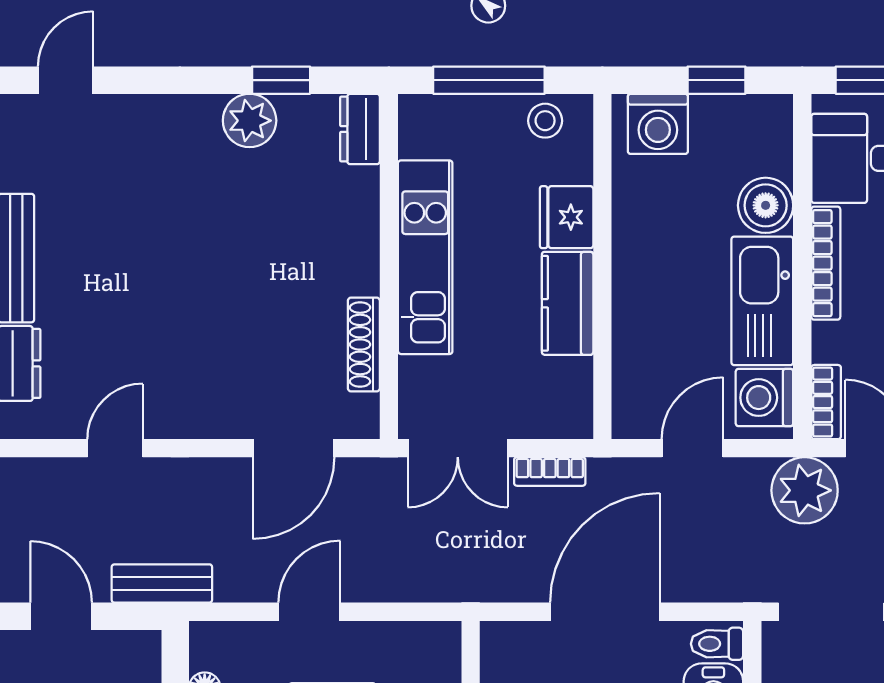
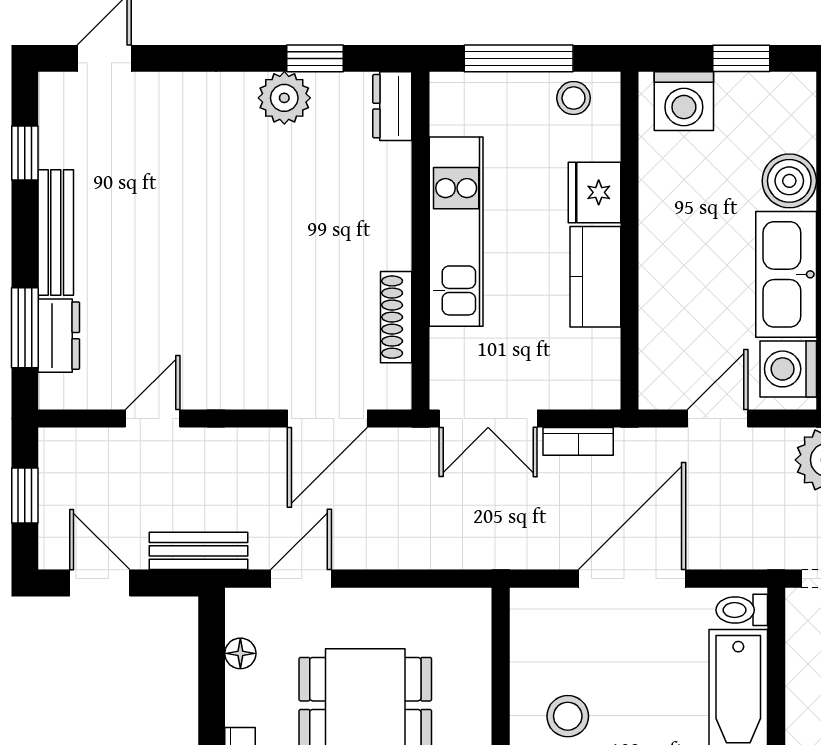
door: (309, 612) -> (301, 579), moved

